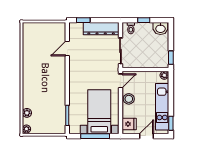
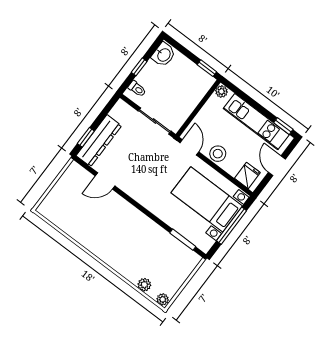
dresser: (101, 29) -> (99, 141), moved
door: (67, 49) -> (105, 181), hinge flipped

